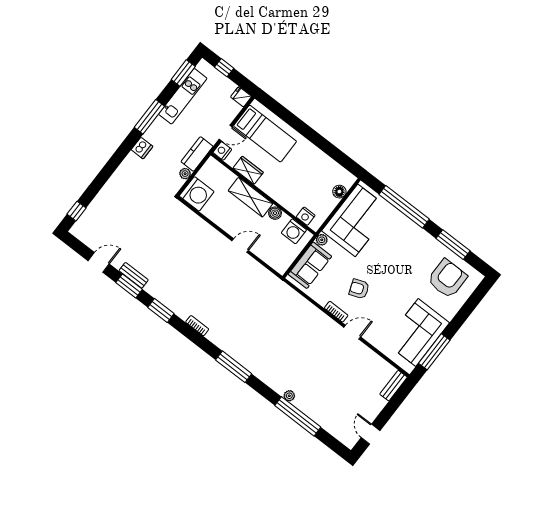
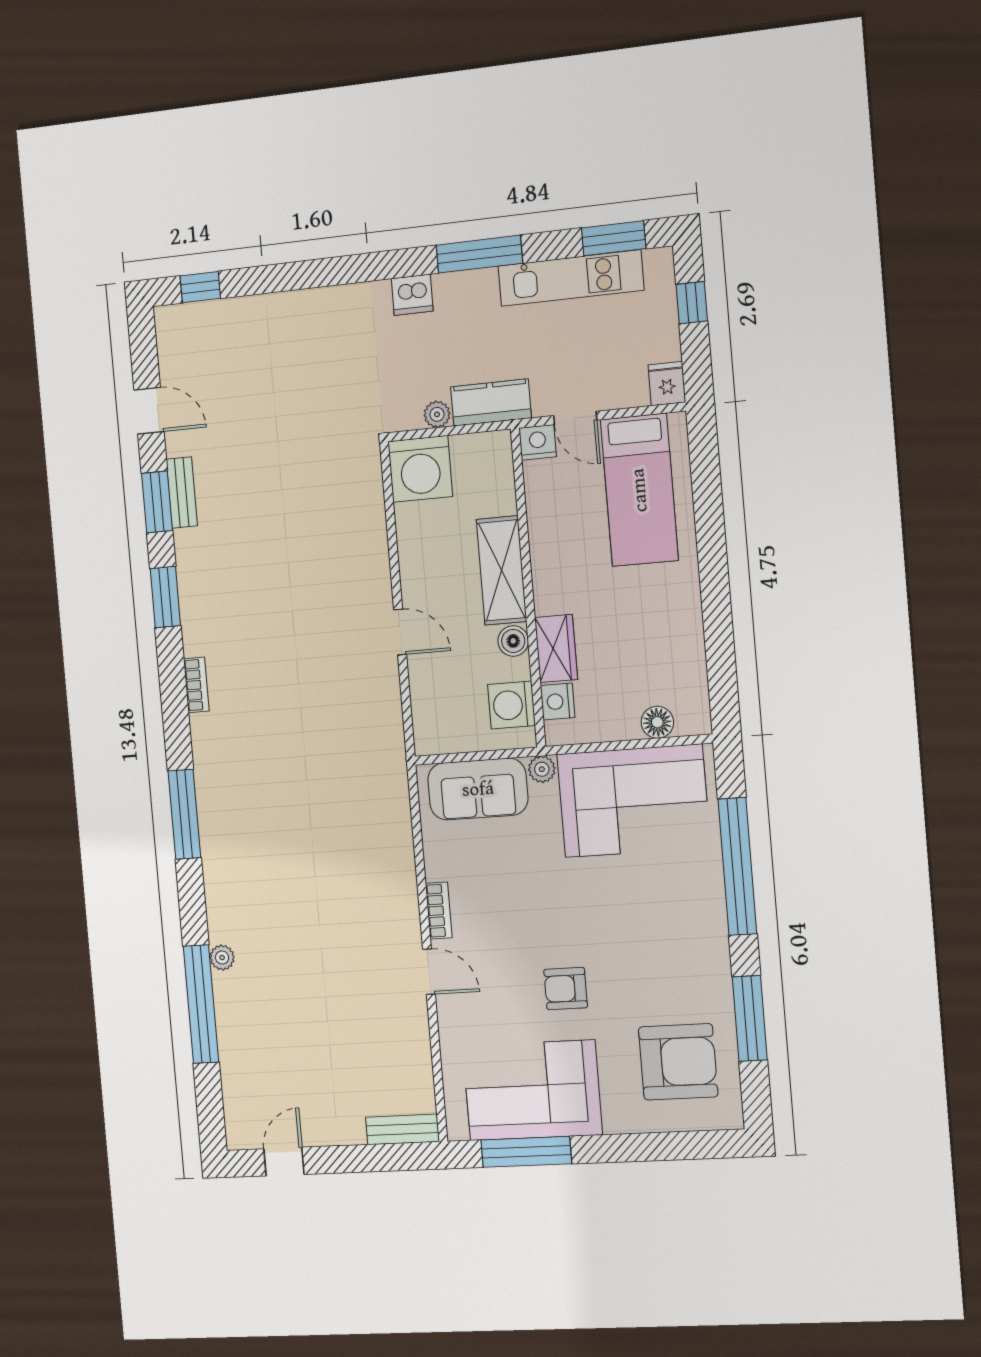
wardrobe: (248, 170) -> (556, 648), moved
armchair: (359, 289) -> (566, 989), moved, turned -69

